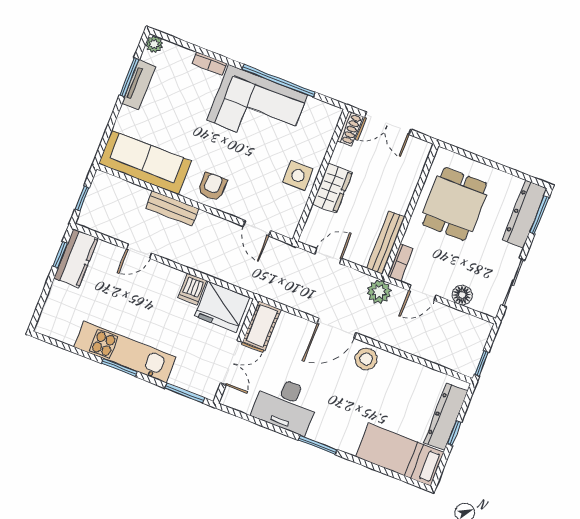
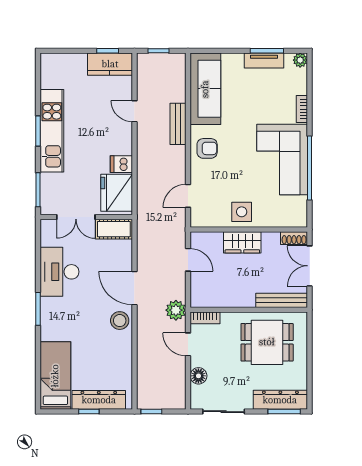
bench: (386, 243) -> (282, 300), moved

